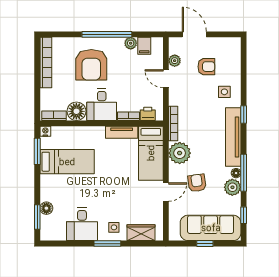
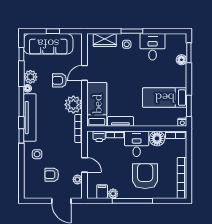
window: (244, 173) -> (21, 101), moved
armchair: (197, 183) -> (59, 80), turned 98

